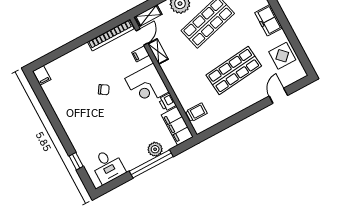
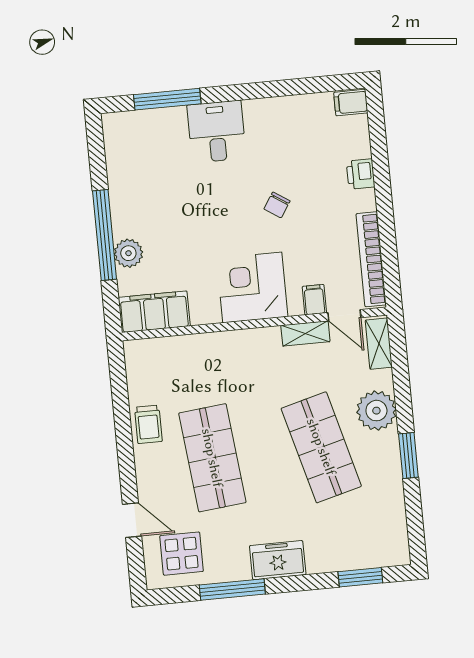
window: (291, 36) -> (232, 590), added
display table: (282, 56) -> (182, 554), moved
printer: (167, 102) -> (361, 174), moved, turned -90
trolley: (196, 112) -> (148, 424), moved
window: (76, 161) -> (167, 99), width x2.17
desk: (108, 166) -> (217, 132), moved, turned 90

